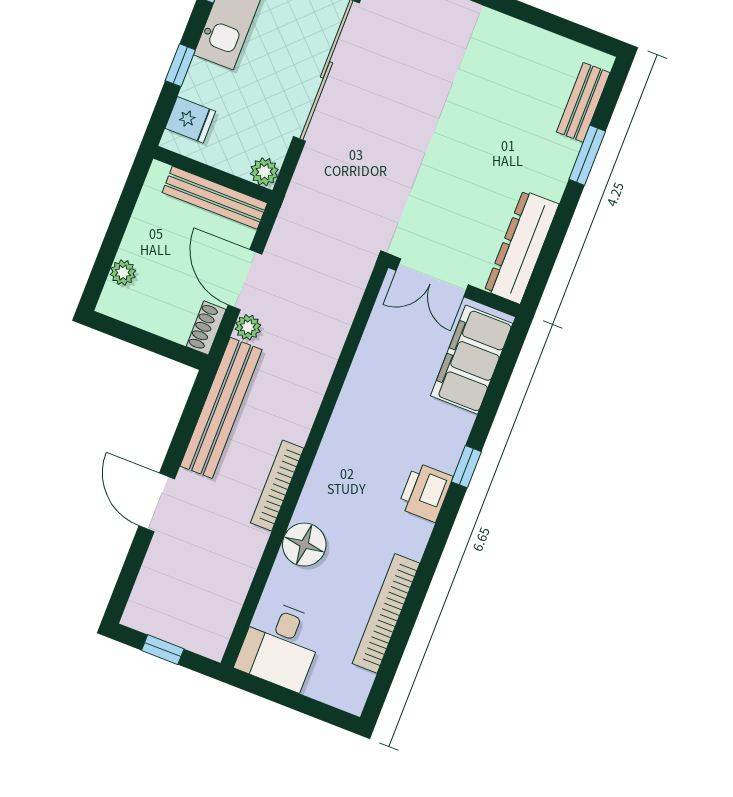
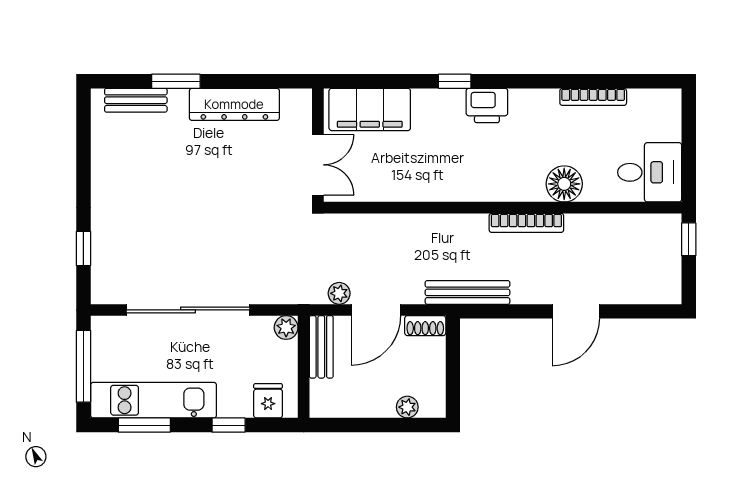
bench: (215, 198) -> (321, 347), width x0.73
dresser: (522, 247) -> (234, 104), moved
plant: (248, 327) -> (339, 293), moved
bench: (221, 408) -> (467, 292), width x0.73, depth x0.82
bookcase: (386, 613) -> (593, 97), width x0.68, depth x0.76
window: (163, 650) -> (689, 239), moved

